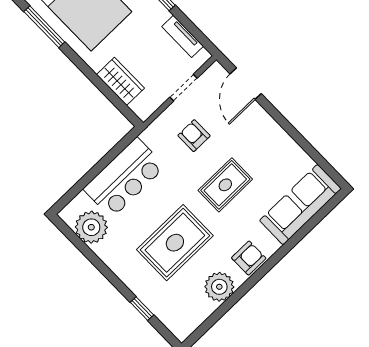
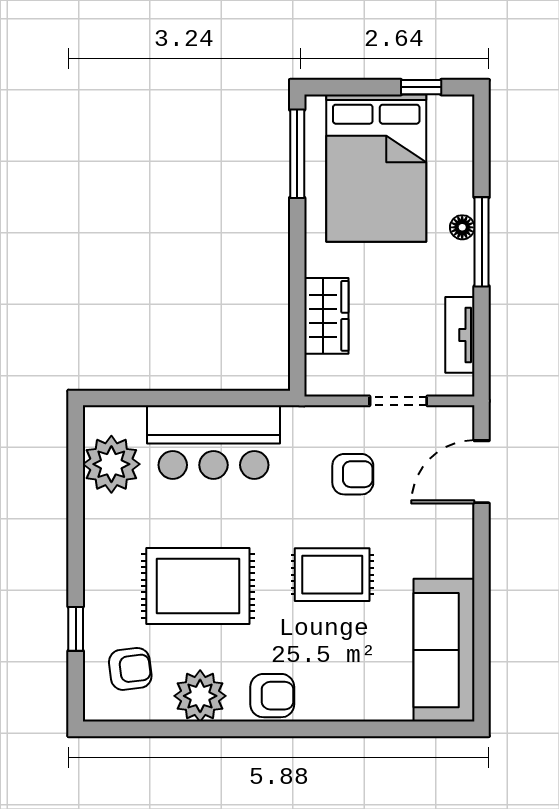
armchair: (194, 136) -> (353, 474), turned 90
sofa: (300, 205) -> (444, 650), moved, turned -90
armchair: (180, 303) -> (130, 669), added

